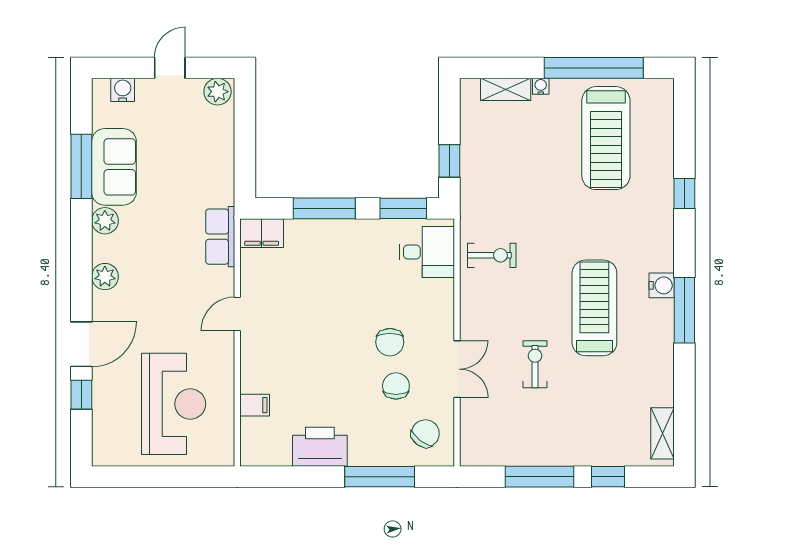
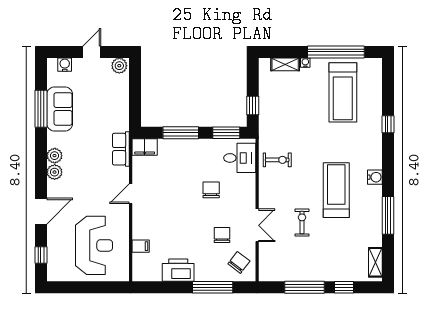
plant: (105, 221) -> (55, 156), moved
window: (684, 310) -> (388, 215), moved
chair: (390, 342) -> (211, 190), moved, turned 180
window: (81, 395) -> (41, 255), moved

